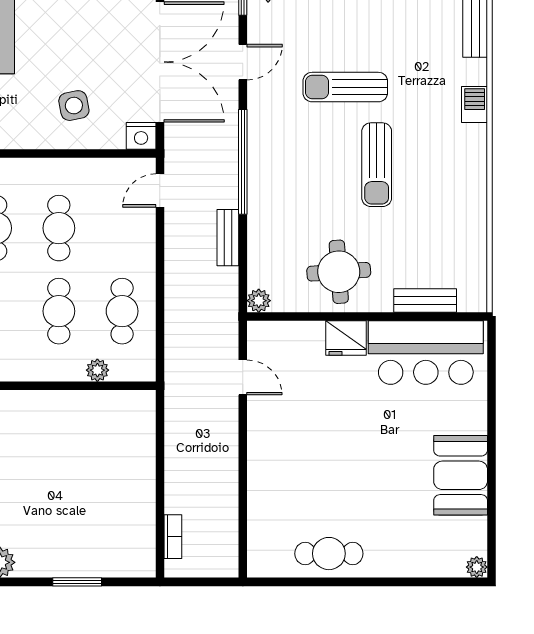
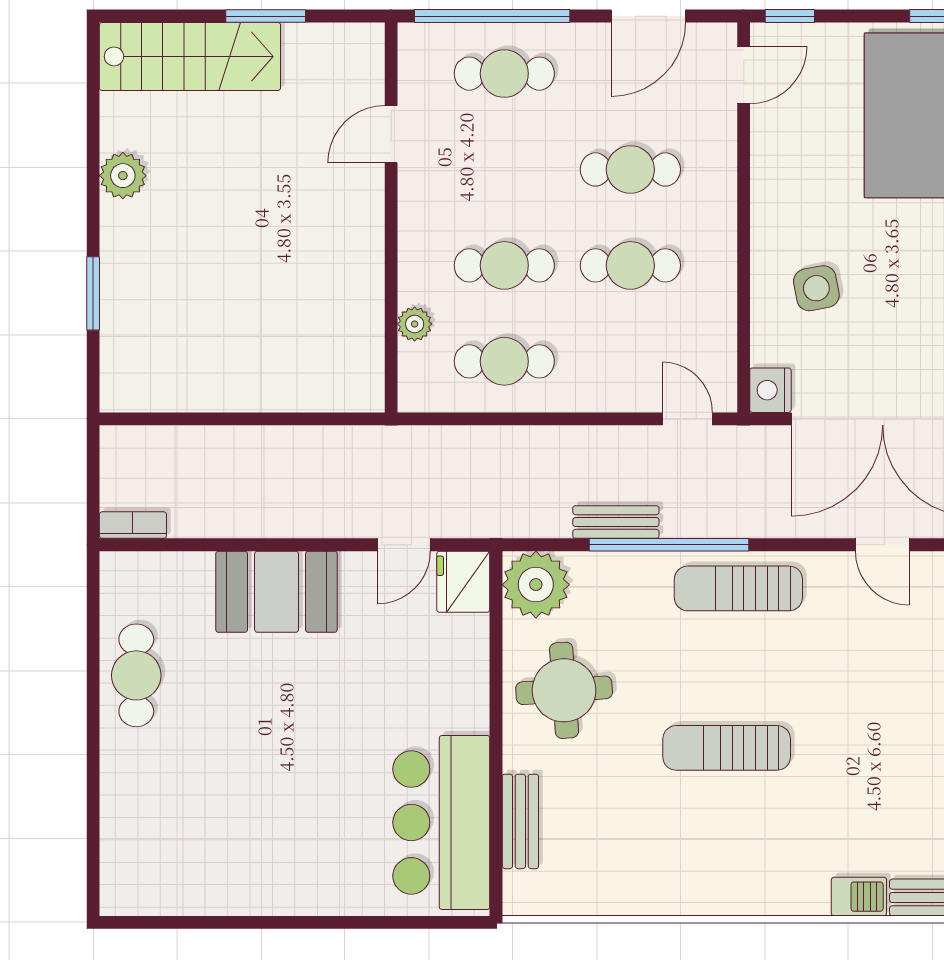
sun lounger: (345, 87) -> (738, 588), moved, turned -90
barbecue: (475, 104) -> (859, 897), moved
window: (243, 162) -> (669, 545), moved
plant: (259, 301) -> (536, 585), width x1.88, depth x1.88
fridge: (346, 338) -> (463, 582), moved
booth: (461, 475) -> (277, 592), moved
bookcase: (173, 537) -> (133, 525), moved, turned 180
plant: (477, 567) -> (116, 900), removed

